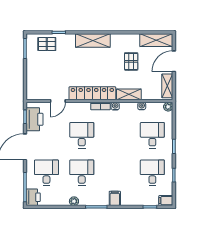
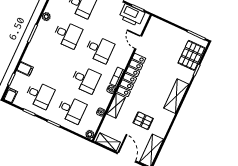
pallet: (47, 44) -> (191, 55), width x1.50, depth x1.42
desk: (117, 135) -> (86, 79), added
filing cabinet: (115, 198) -> (25, 69), moved

